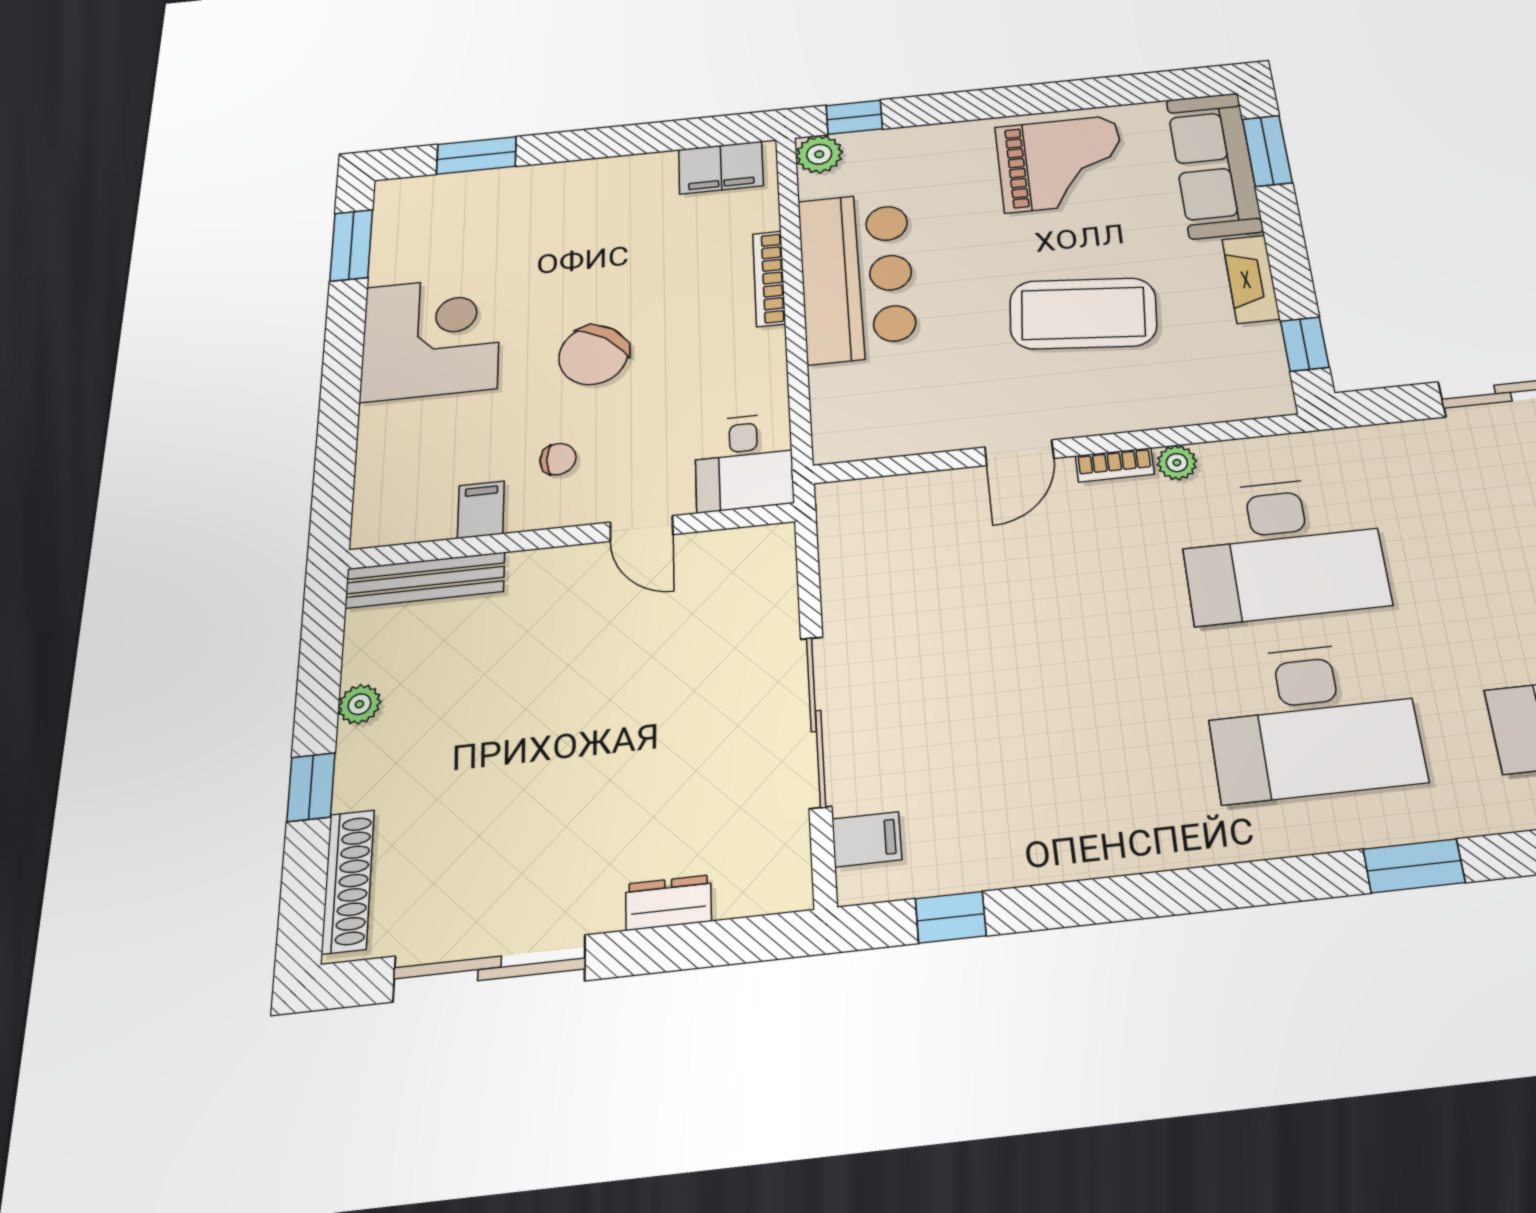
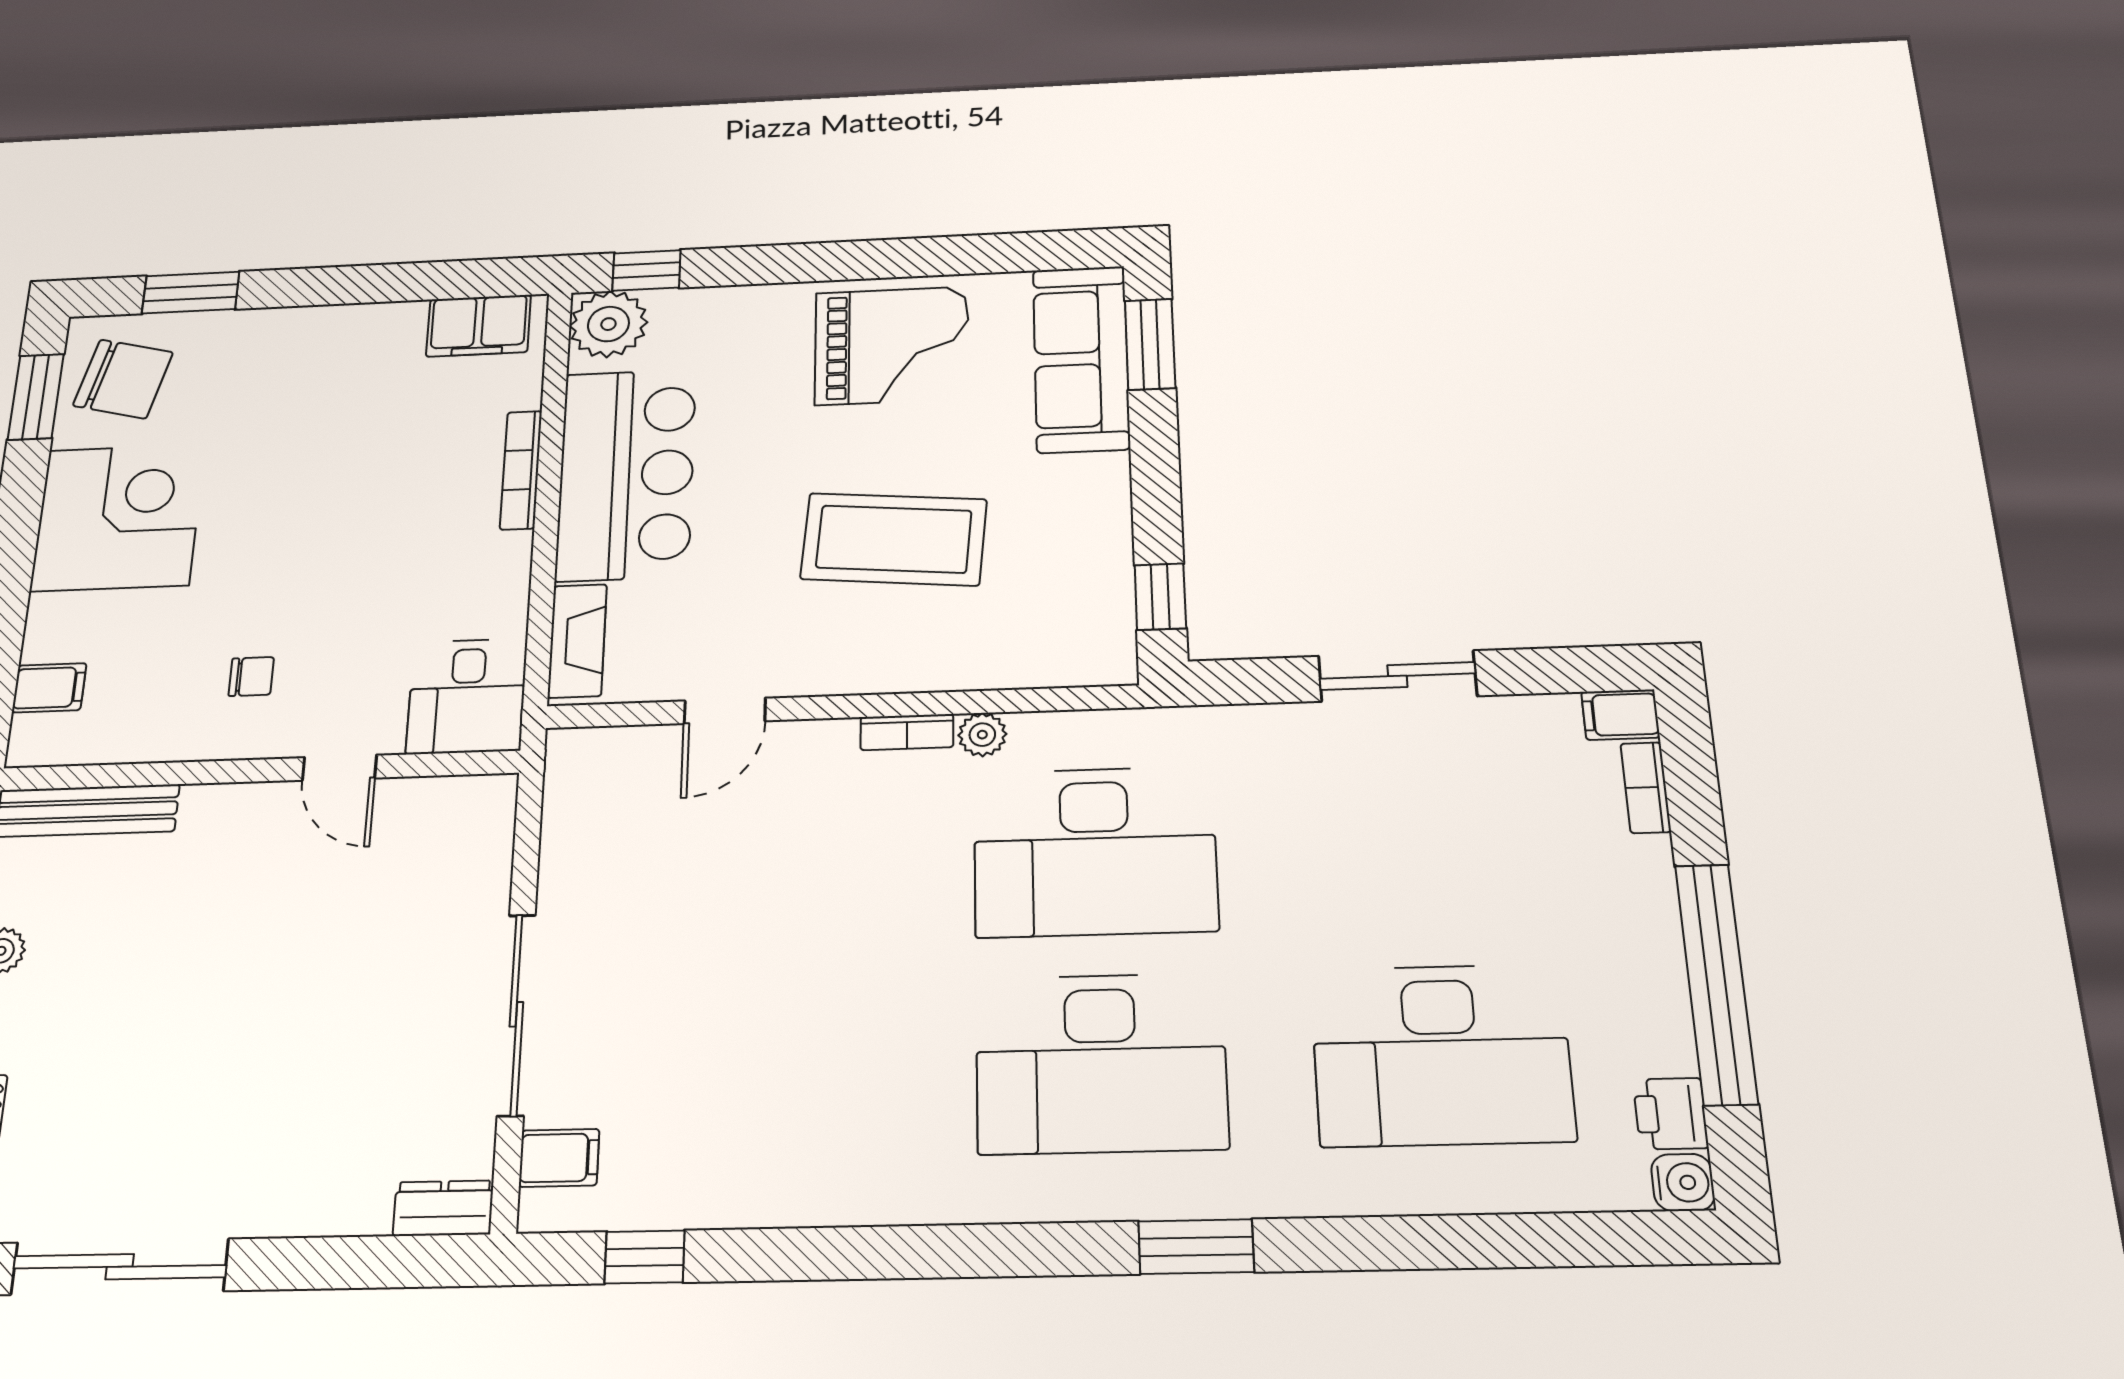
plant: (819, 154) -> (608, 324), width x1.36, depth x1.36
fireplace: (1251, 279) -> (577, 641), moved, turned 180
chair: (593, 355) -> (123, 379), moved, turned -111
door: (1019, 453) -> (725, 711), moved
filing cabinet: (481, 510) -> (49, 688), moved, turned 90
dresser: (668, 903) -> (443, 1208), moved

